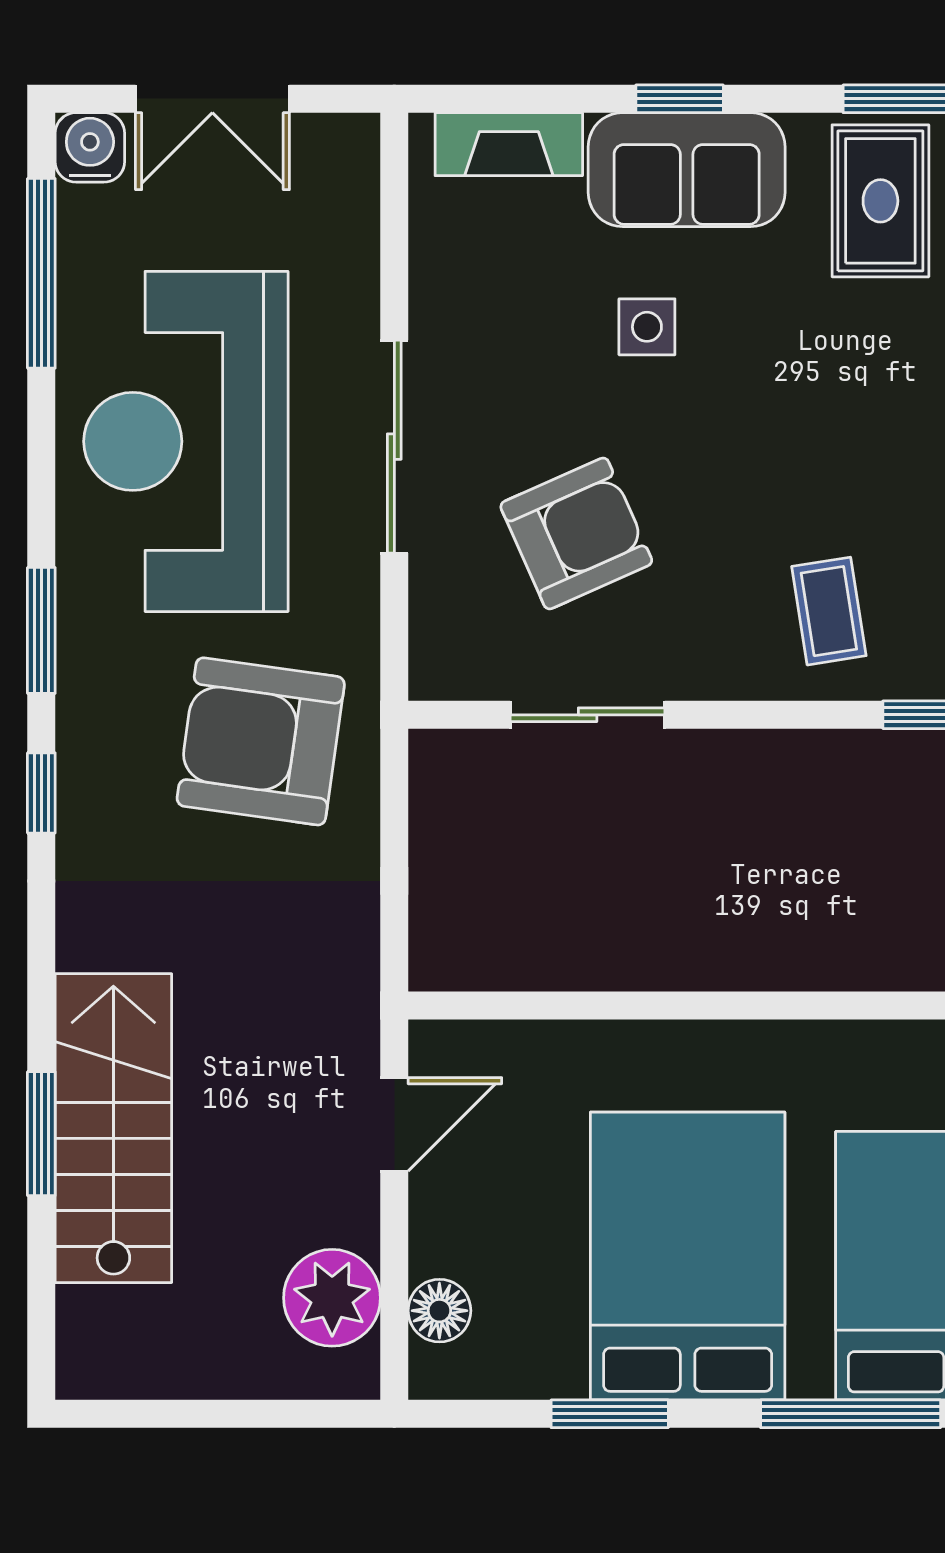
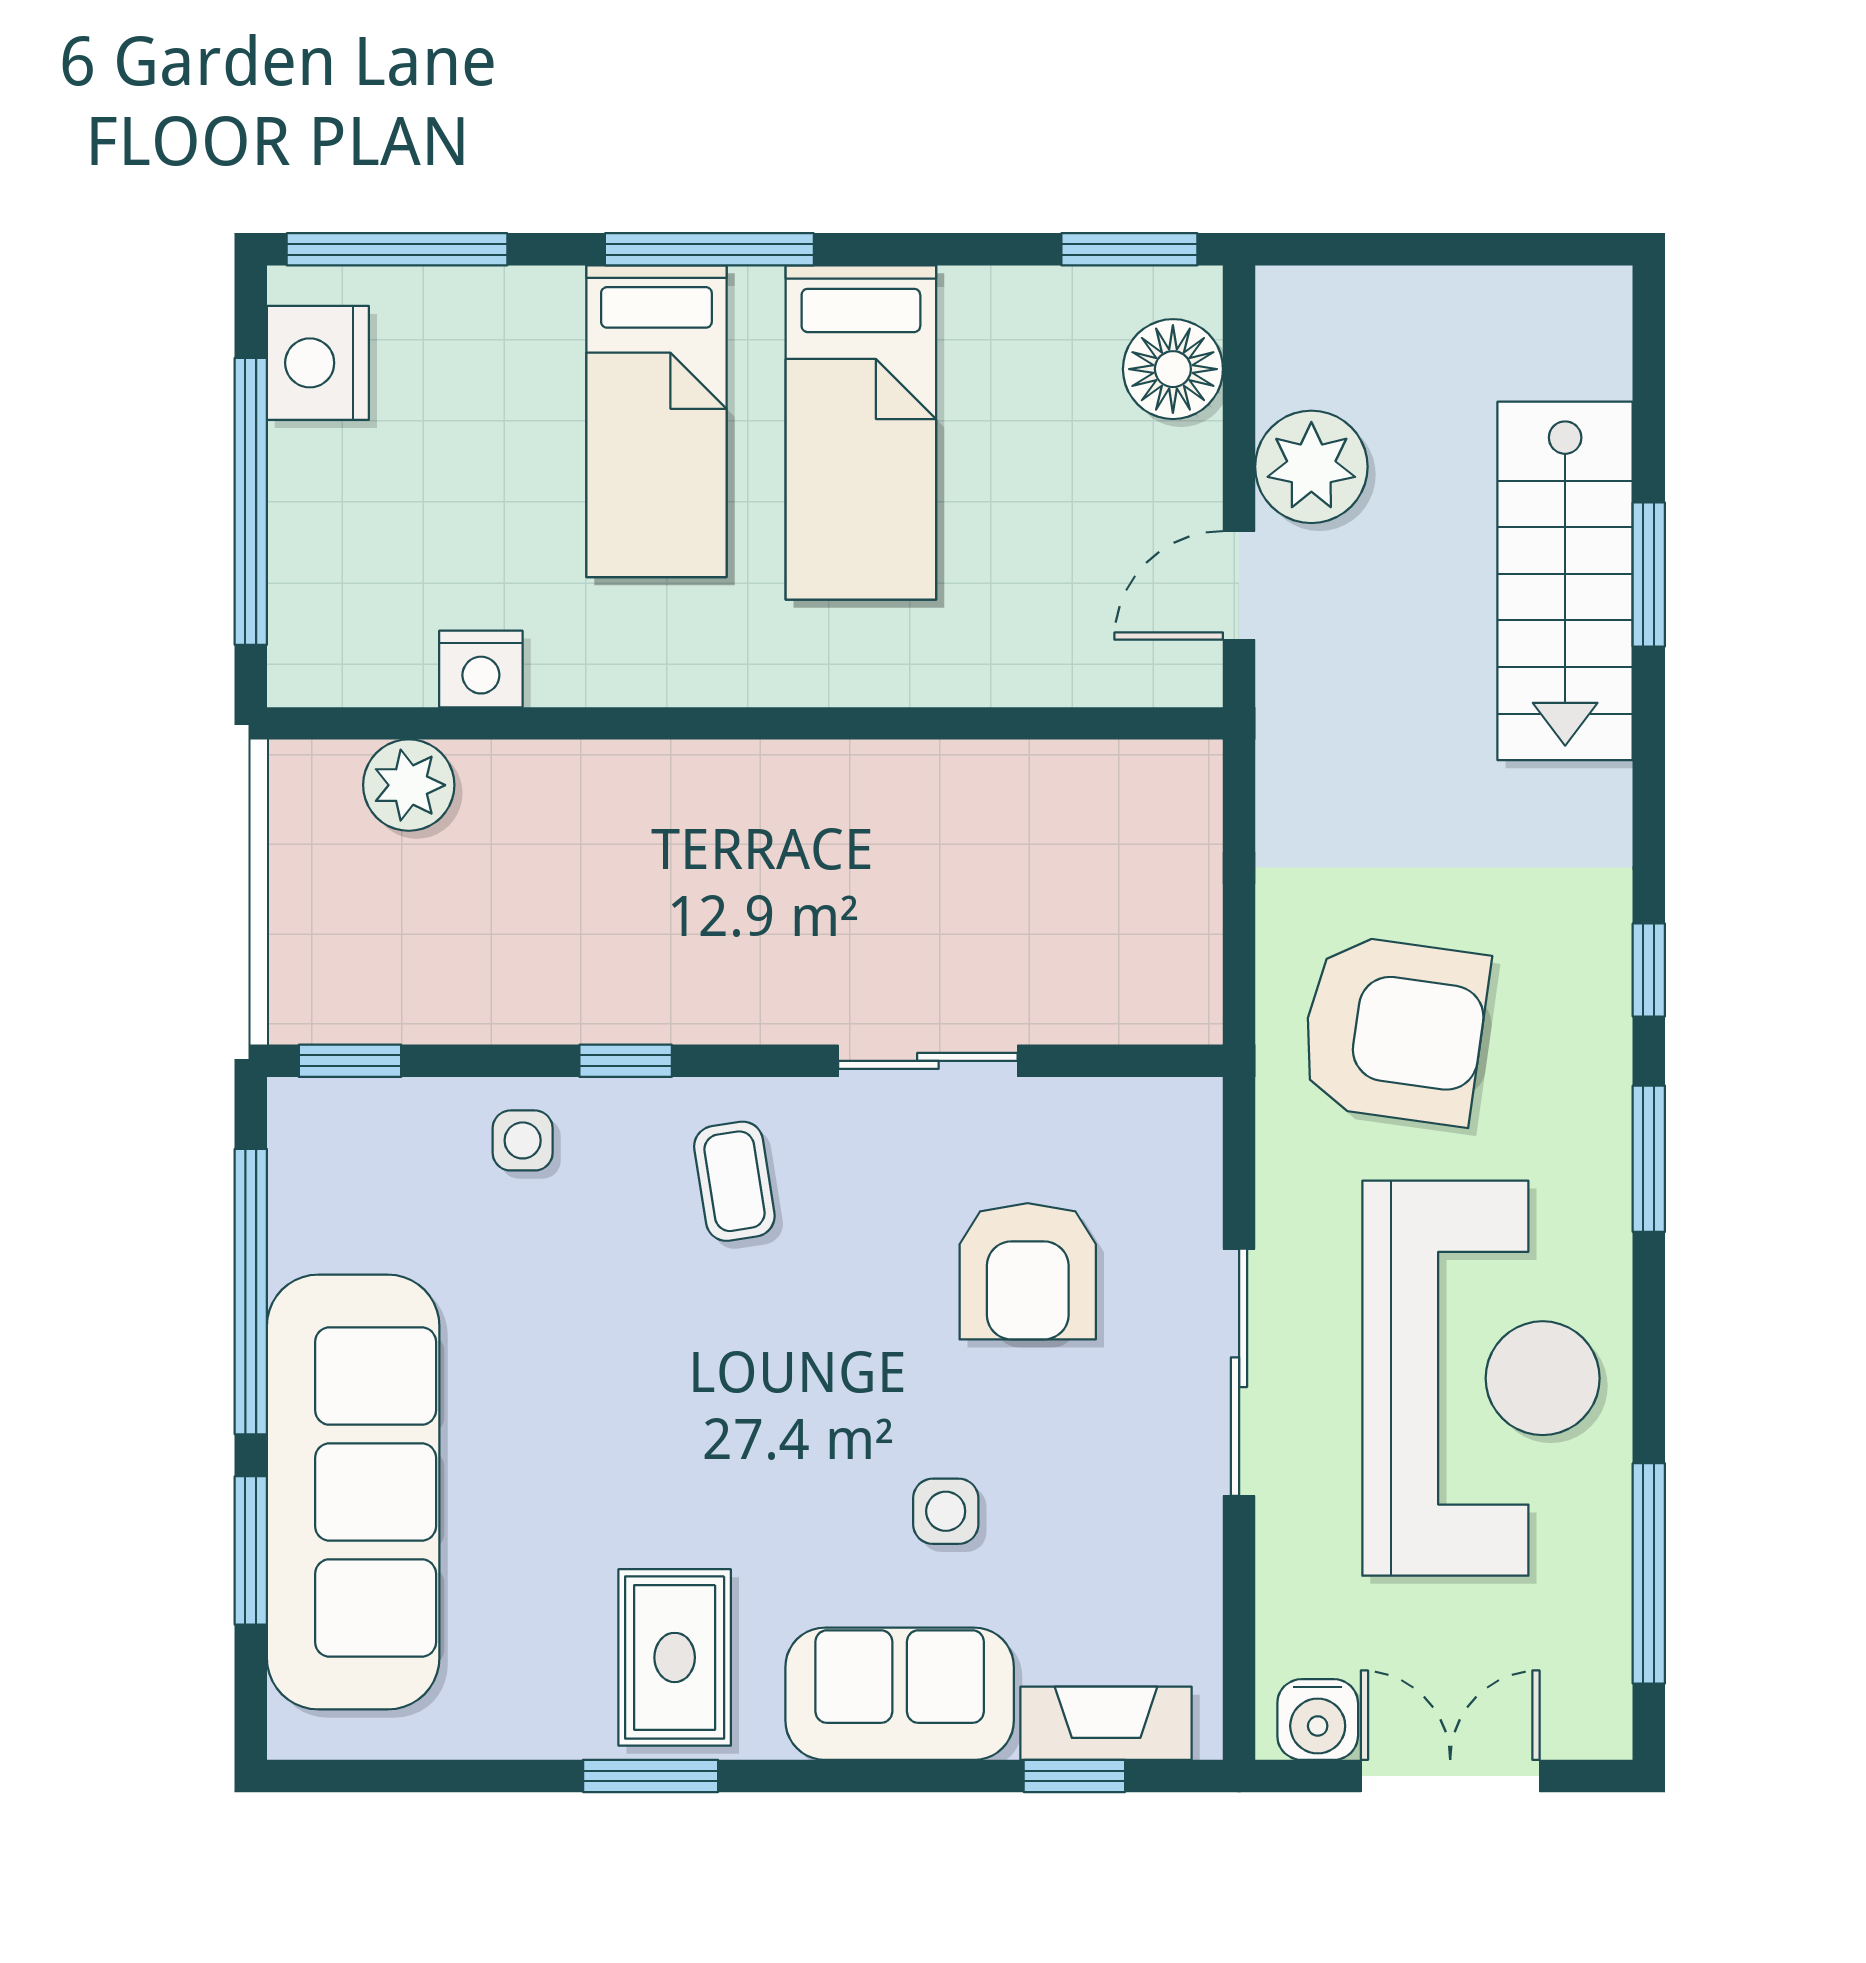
window: (680, 99) -> (1074, 1776), moved
water cooler: (90, 147) -> (1318, 1720), moved
armchair: (576, 533) -> (1028, 1271), turned -66
sliding door: (588, 715) -> (928, 1061), moved
bed: (688, 1256) -> (861, 432), width x0.67
plant: (332, 1298) -> (1311, 467), moved
floor lamp: (439, 1311) -> (1173, 369), width x1.38, depth x1.38
window: (610, 1414) -> (1129, 249), moved

